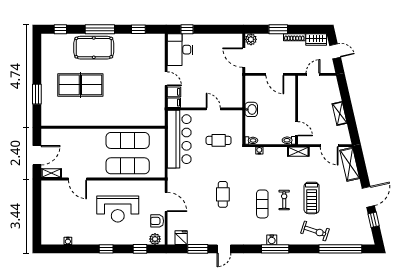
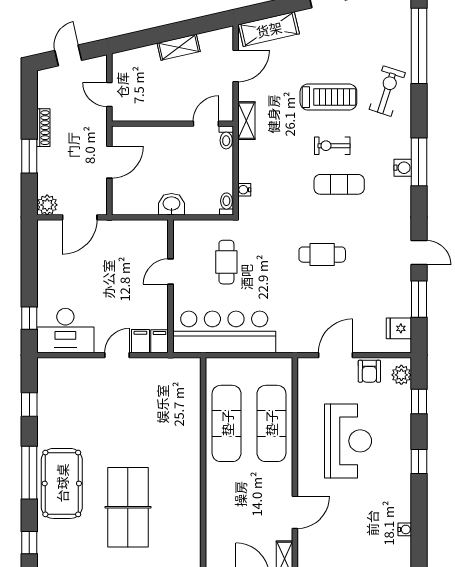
wardrobe: (316, 40) -> (47, 89), removed

